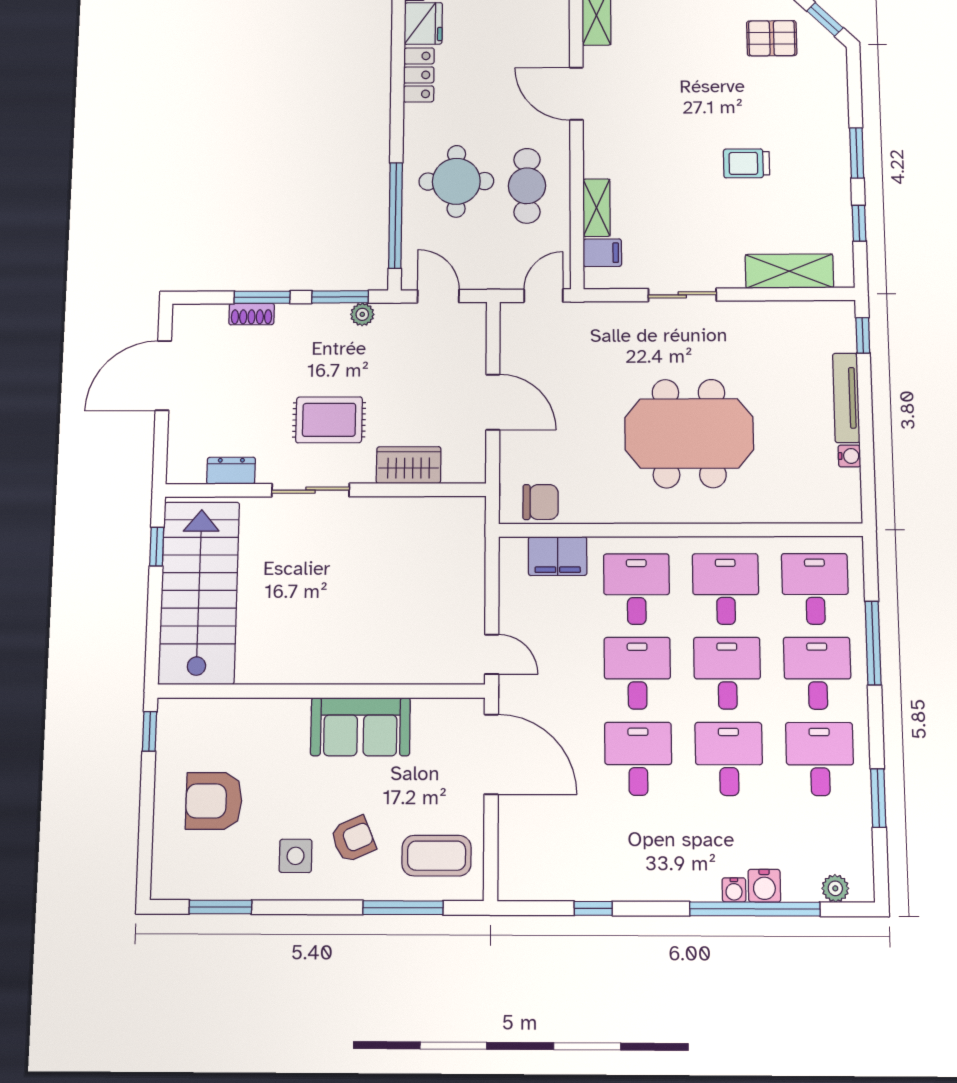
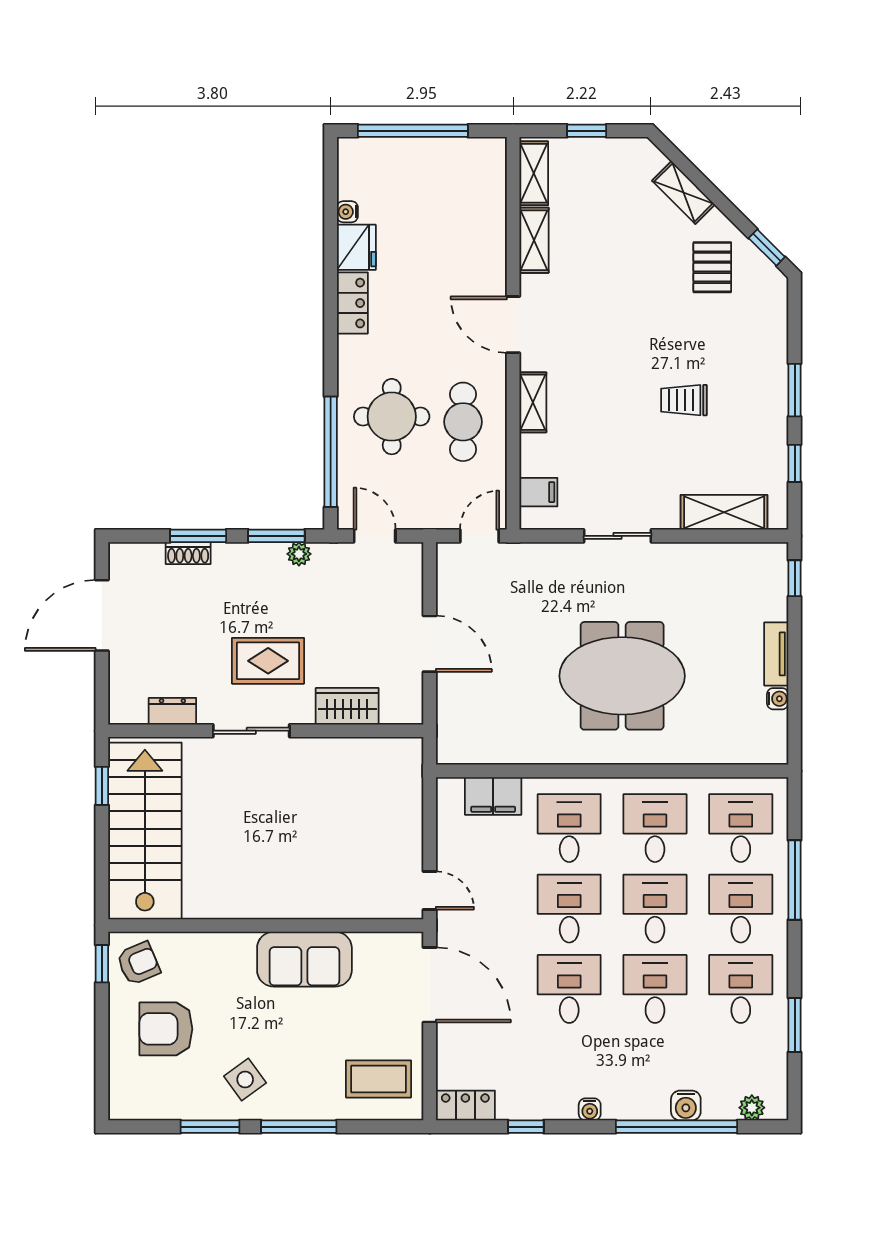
pallet: (772, 38) -> (712, 267), turned 90
shelving: (596, 208) -> (533, 402), moved
tv unit: (846, 398) -> (776, 654), width x0.71
chair: (541, 502) -> (477, 743), removed
armchair: (353, 839) -> (138, 963), moved
side table: (296, 856) -> (245, 1080), turned -36
locker: (529, 885) -> (465, 1105), added
water cooler: (734, 890) -> (590, 1109), moved
window: (220, 907) -> (210, 1127), moved
window: (403, 908) -> (299, 1127), moved

